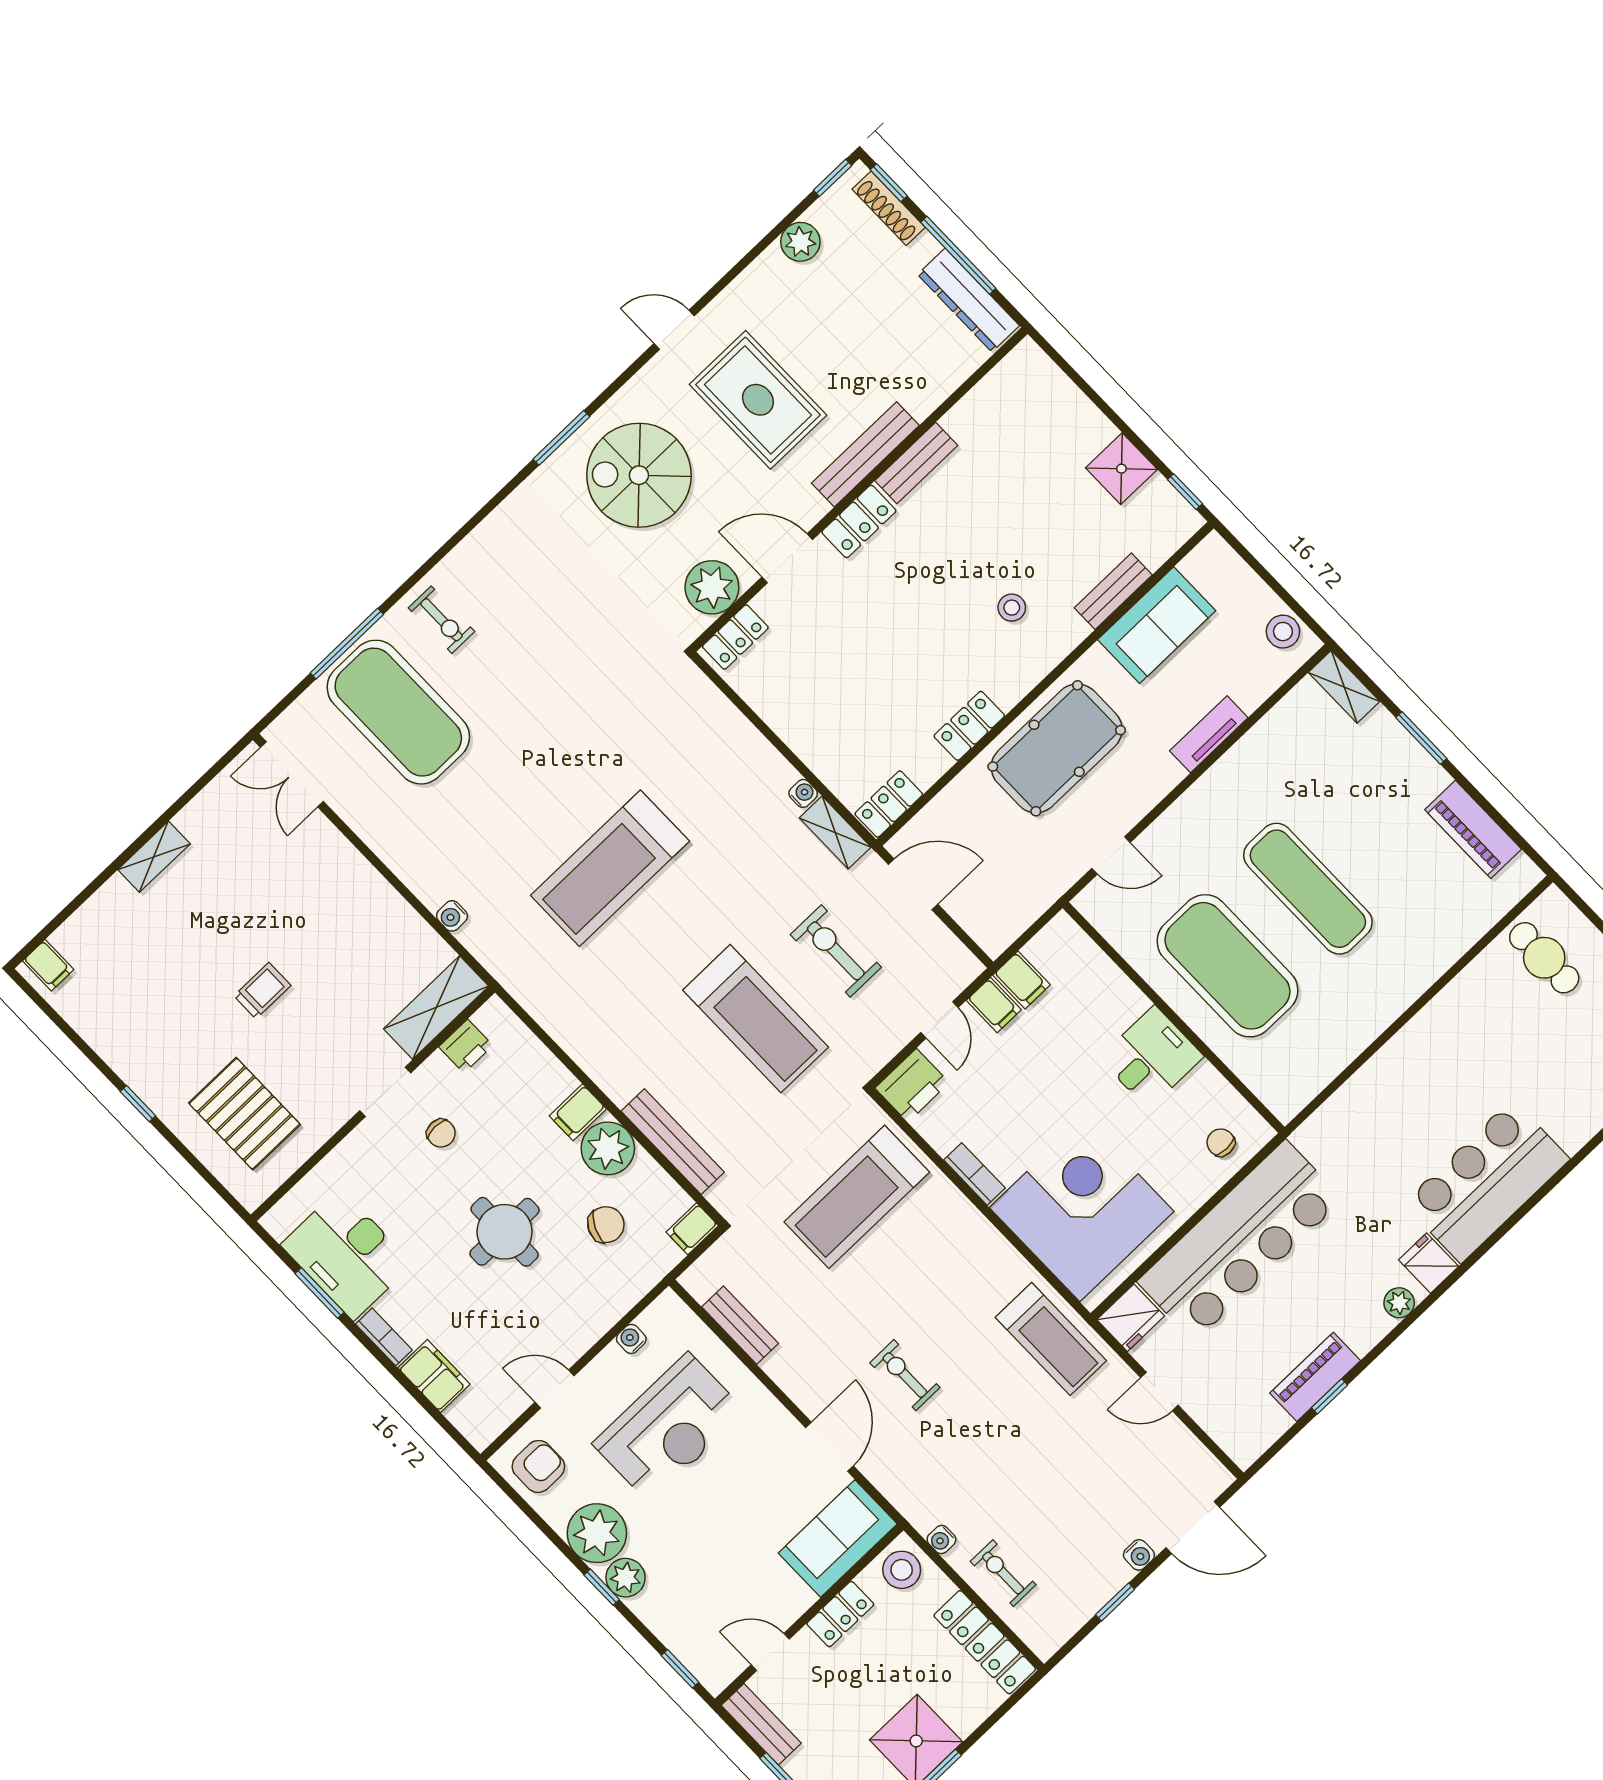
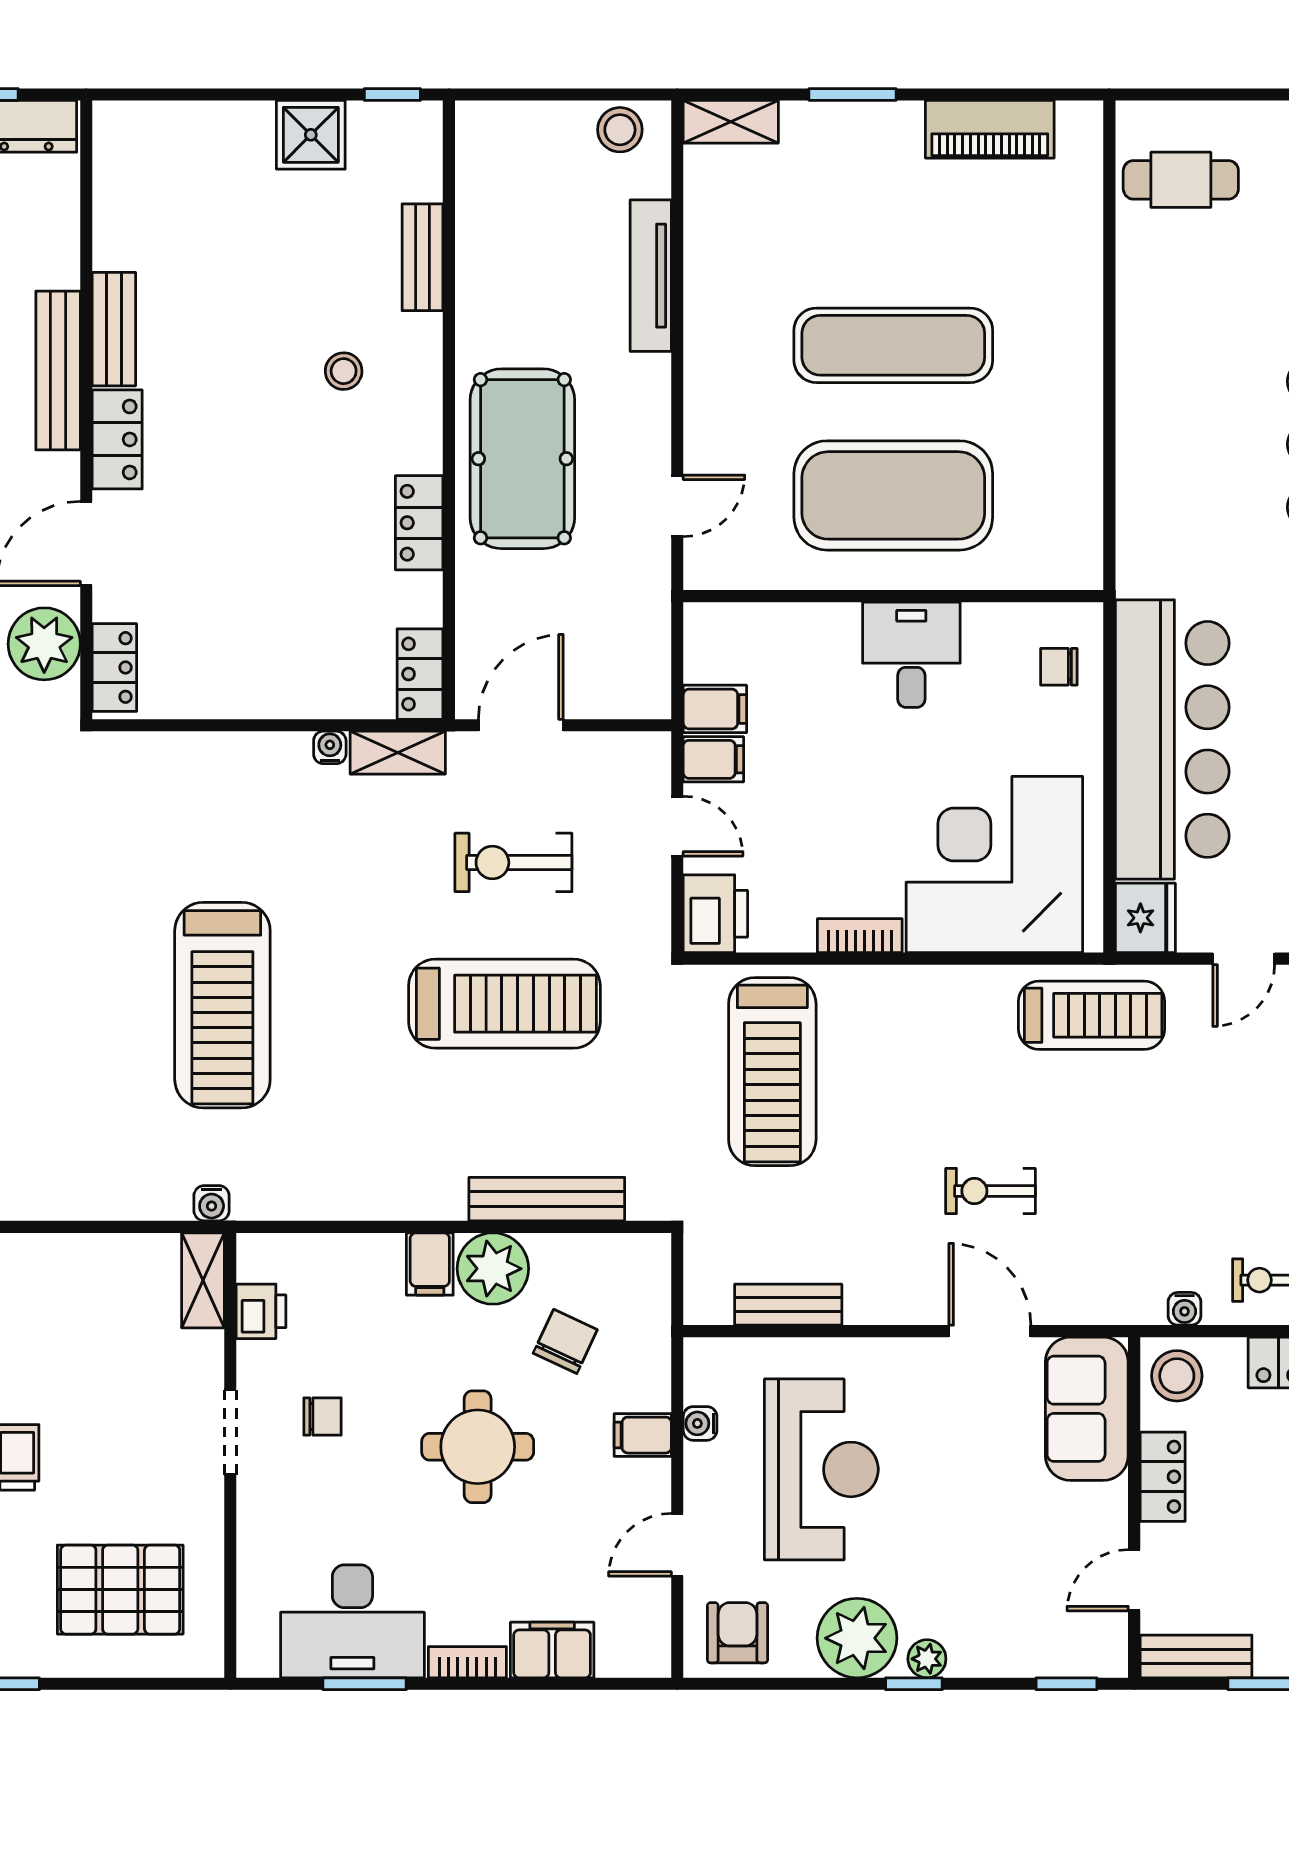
sofa: (1157, 625) -> (496, 247), removed
tv unit: (1209, 734) -> (651, 276), width x1.41
water cooler: (452, 916) -> (212, 1203), moved
shelving: (436, 1008) -> (203, 1280), width x0.67, depth x0.75
filing cabinet: (692, 1229) -> (643, 1435), moved, turned 90
plant: (626, 1578) -> (927, 1659), width x0.73, depth x0.73

